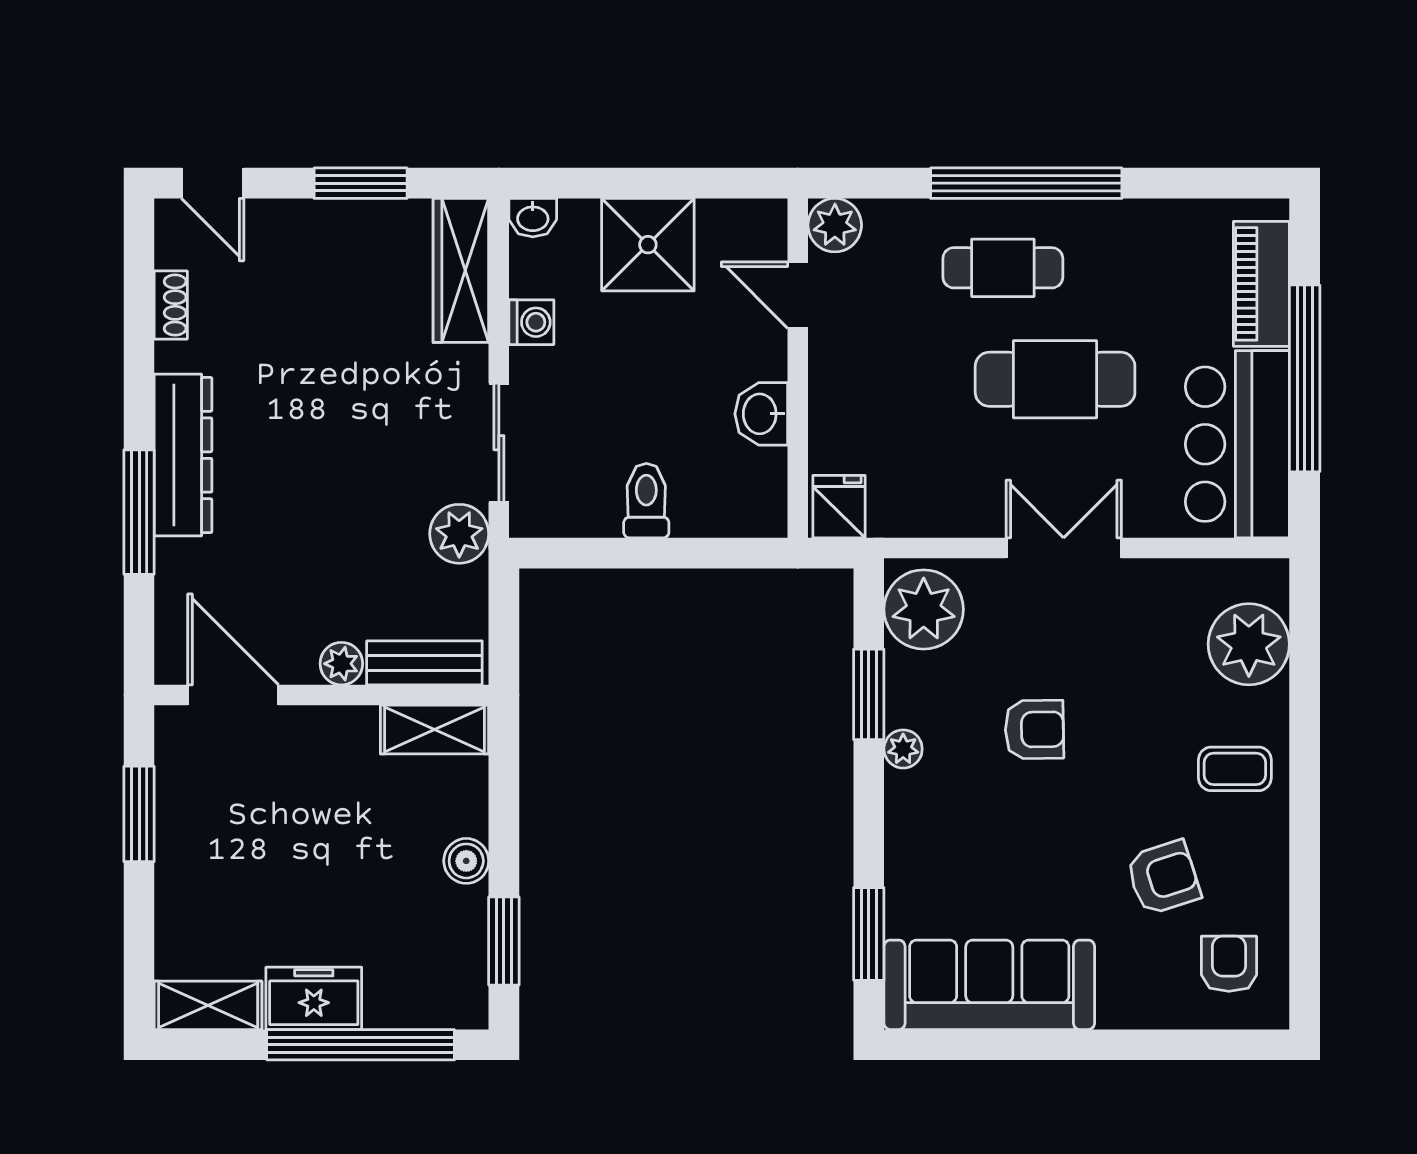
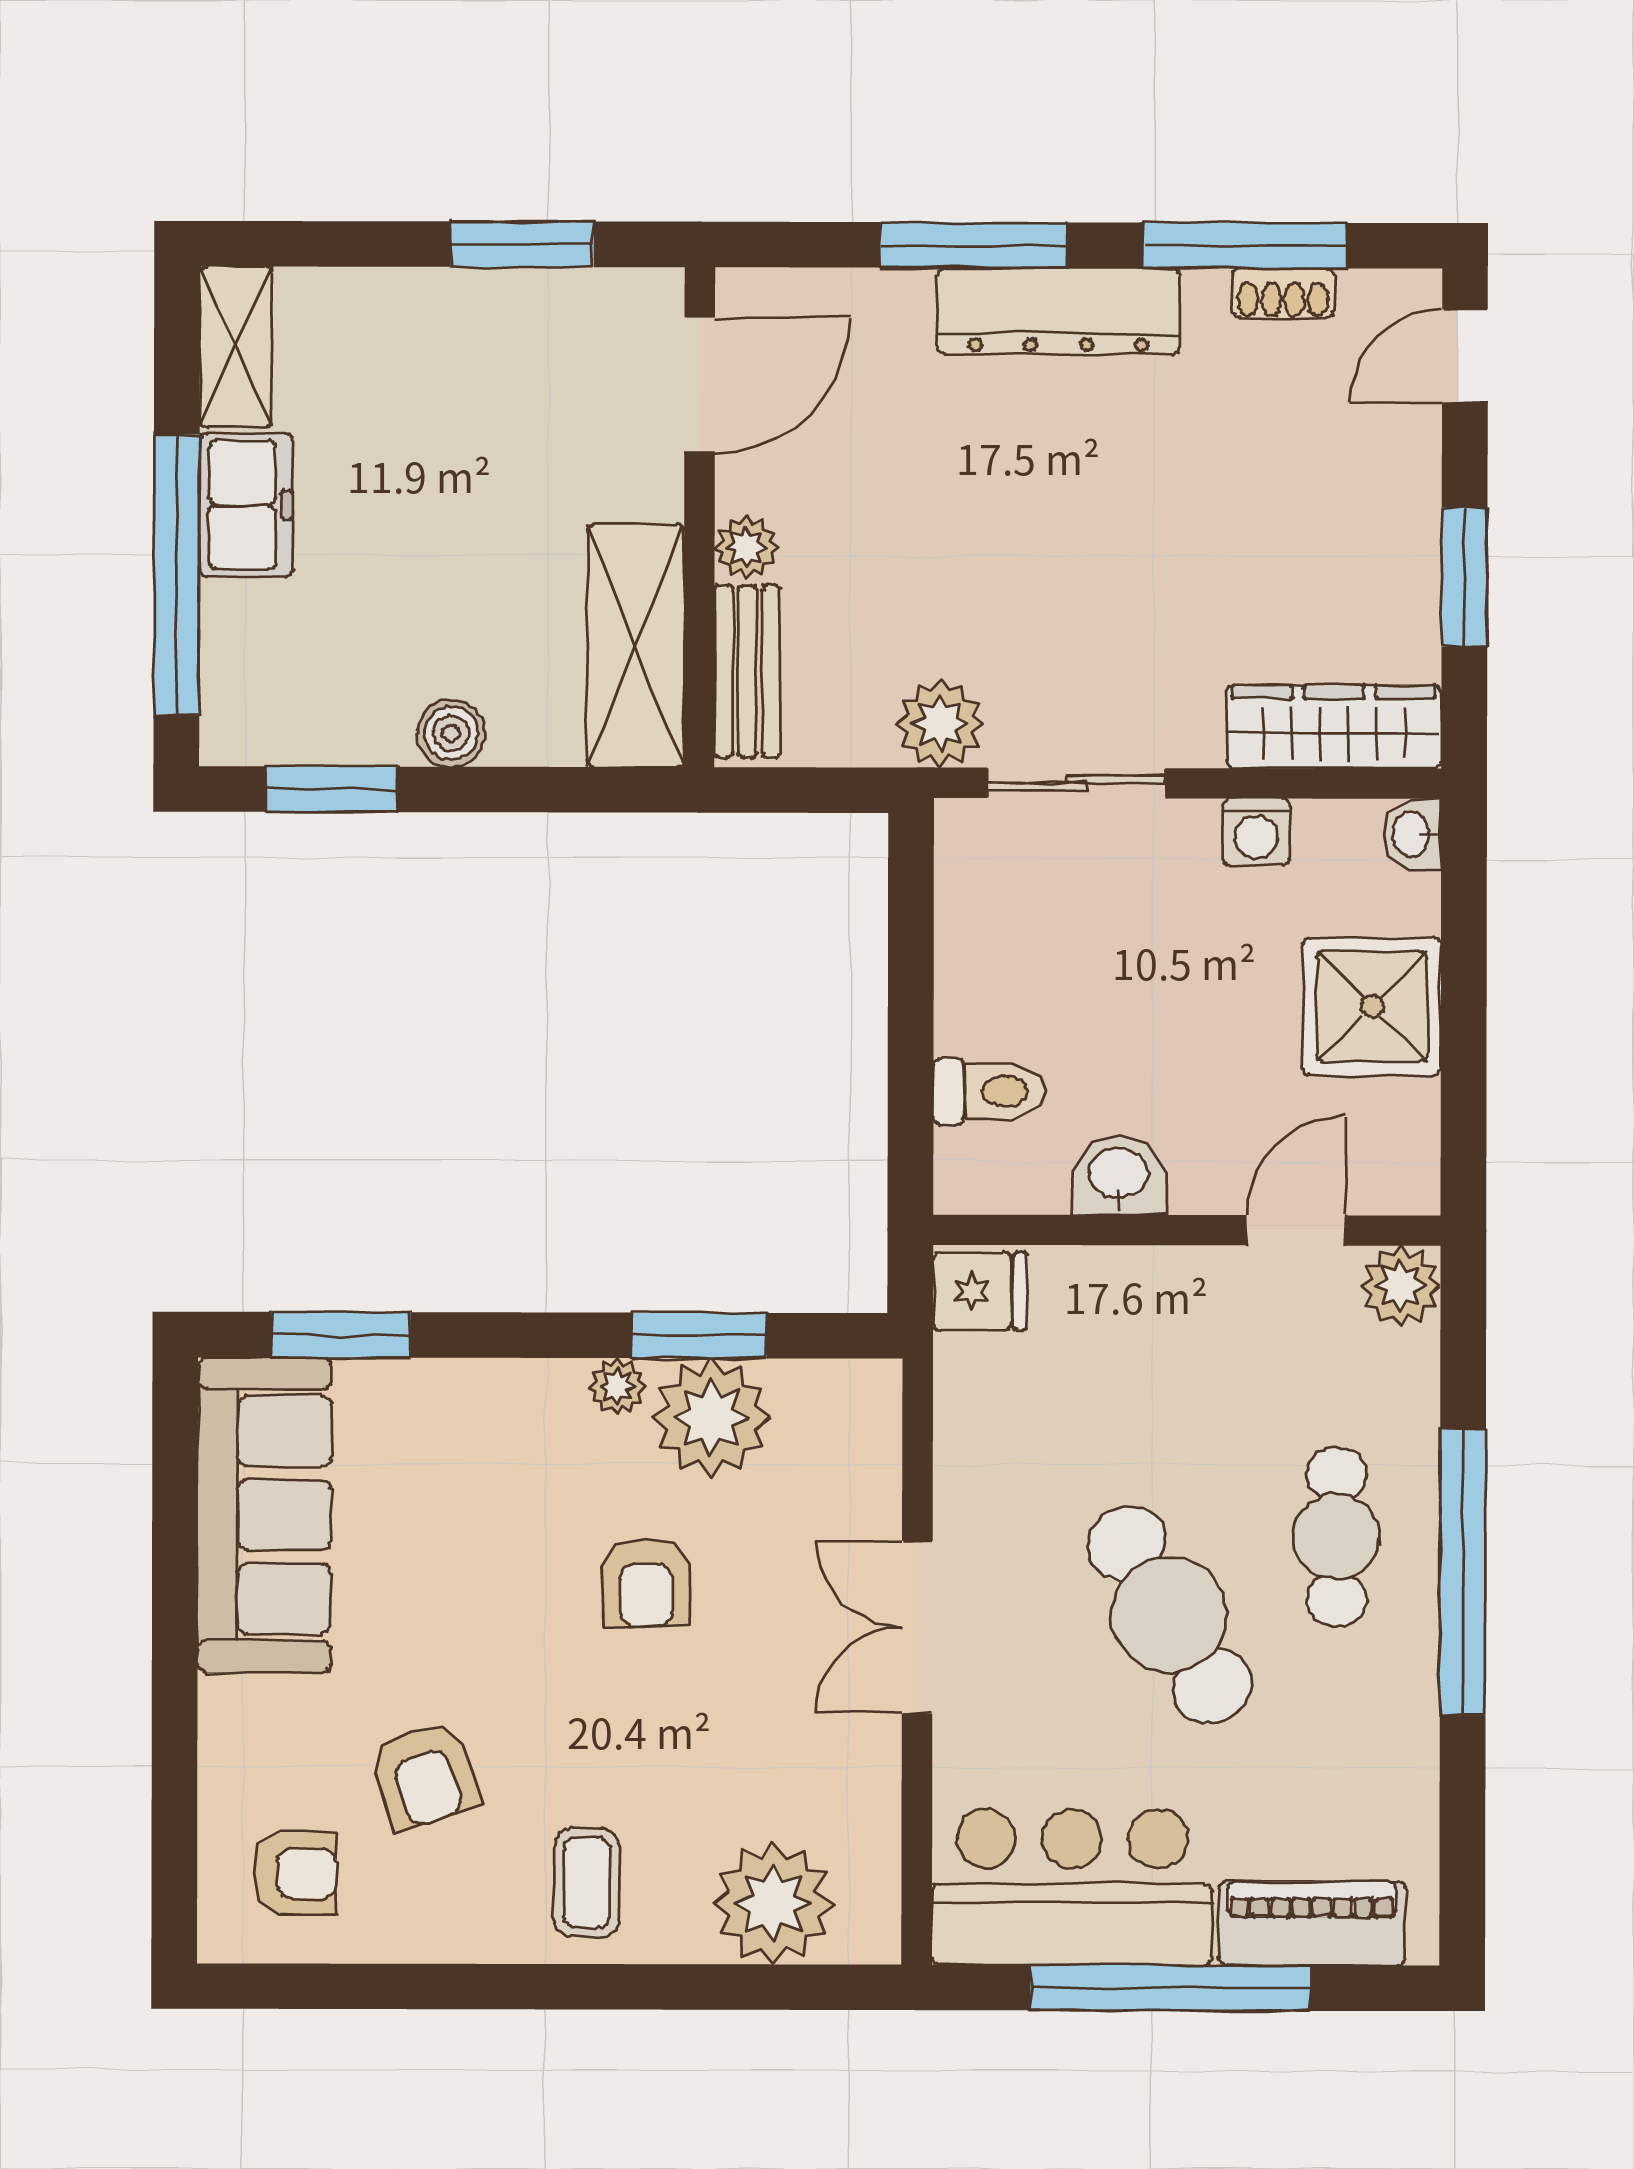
window: (139, 330) -> (1245, 245), added
cafe table: (1055, 379) -> (1170, 1615), turned -31
toilet: (646, 501) -> (989, 1091), moved
double door: (1064, 548) -> (917, 1627), swing flipped
plant: (924, 609) -> (711, 1417), moved
shelving: (435, 730) -> (636, 646), width x1.50, depth x1.33

